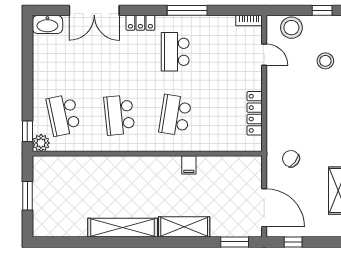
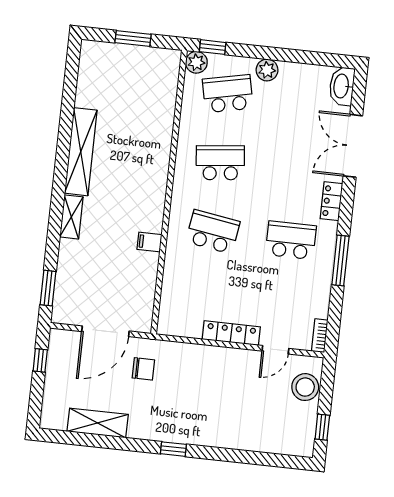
stool: (325, 61) -> (260, 425), removed
plant: (41, 86) -> (267, 70), added
locker: (255, 113) -> (231, 333), moved
chair: (291, 159) -> (143, 369), turned 53
door: (264, 208) -> (105, 331), moved
shelving: (184, 227) -> (71, 217), width x0.67, depth x0.75

